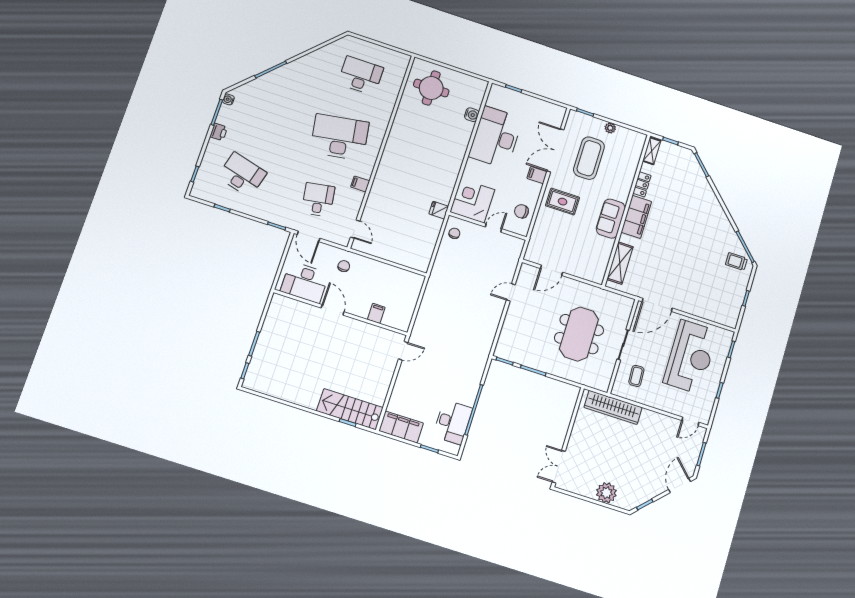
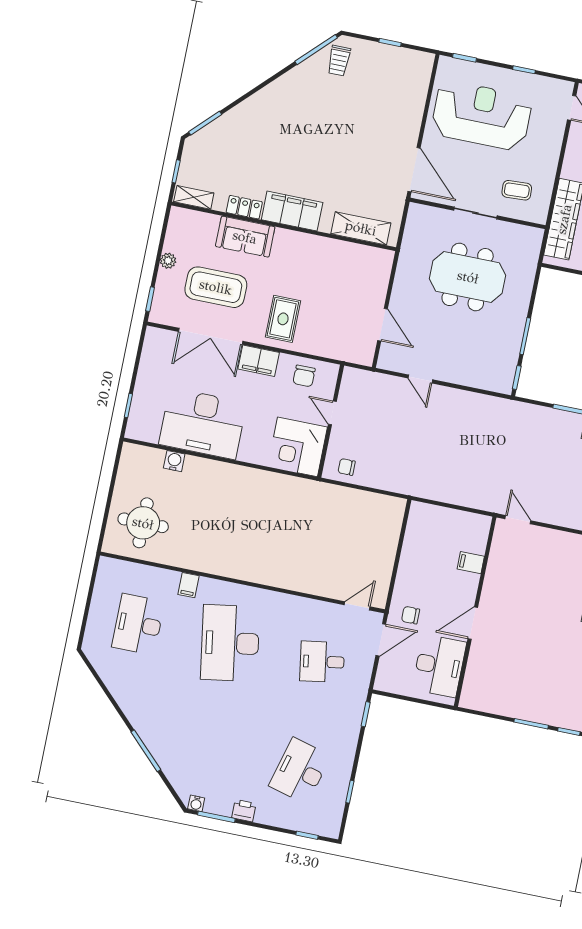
filing cabinet: (537, 175) -> (259, 361), width x2.00
filing cabinet: (360, 184) -> (189, 585), moved
fridge: (439, 210) -> (316, 493), removed
sofa: (611, 219) -> (245, 237), moved
door: (309, 236) -> (381, 640), moved

